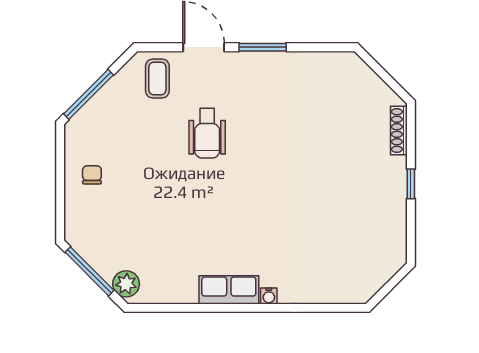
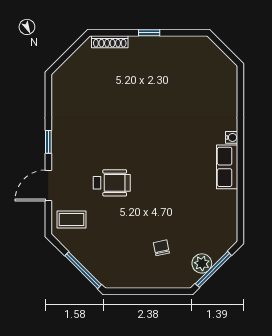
window: (263, 47) -> (48, 142), width x0.67
chair: (92, 175) -> (161, 248), moved, turned 78
plant: (126, 284) -> (202, 263), moved

